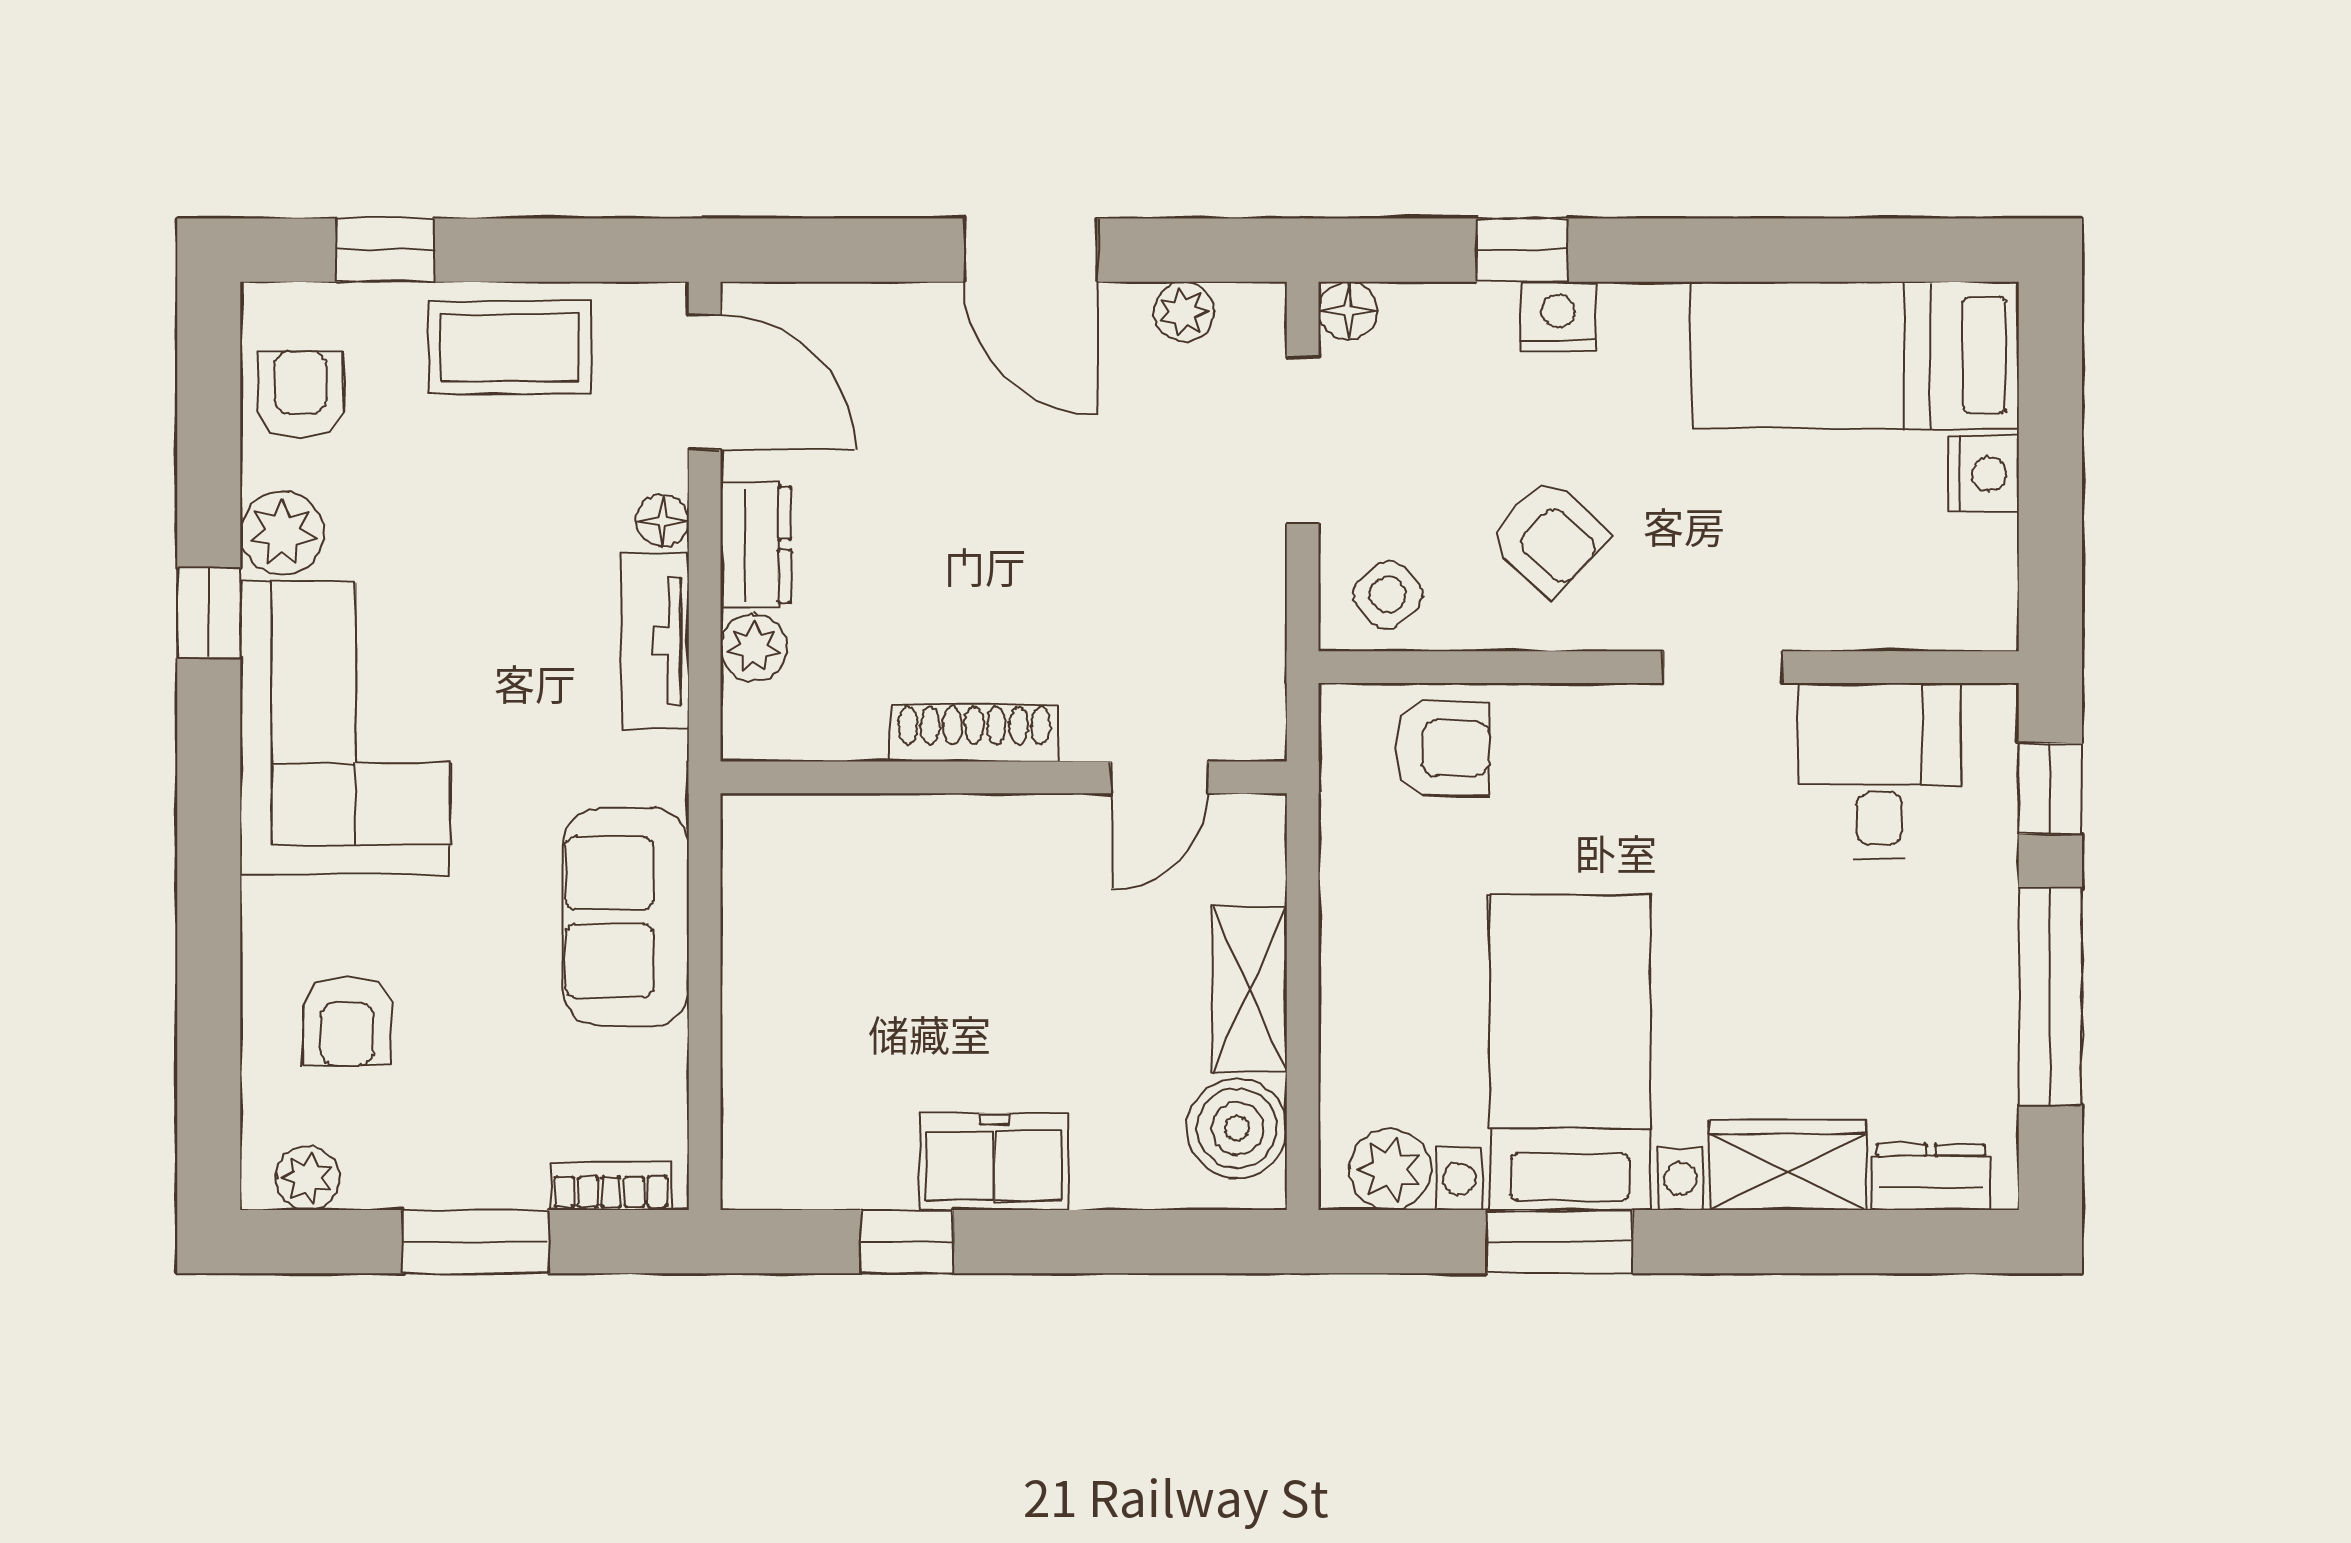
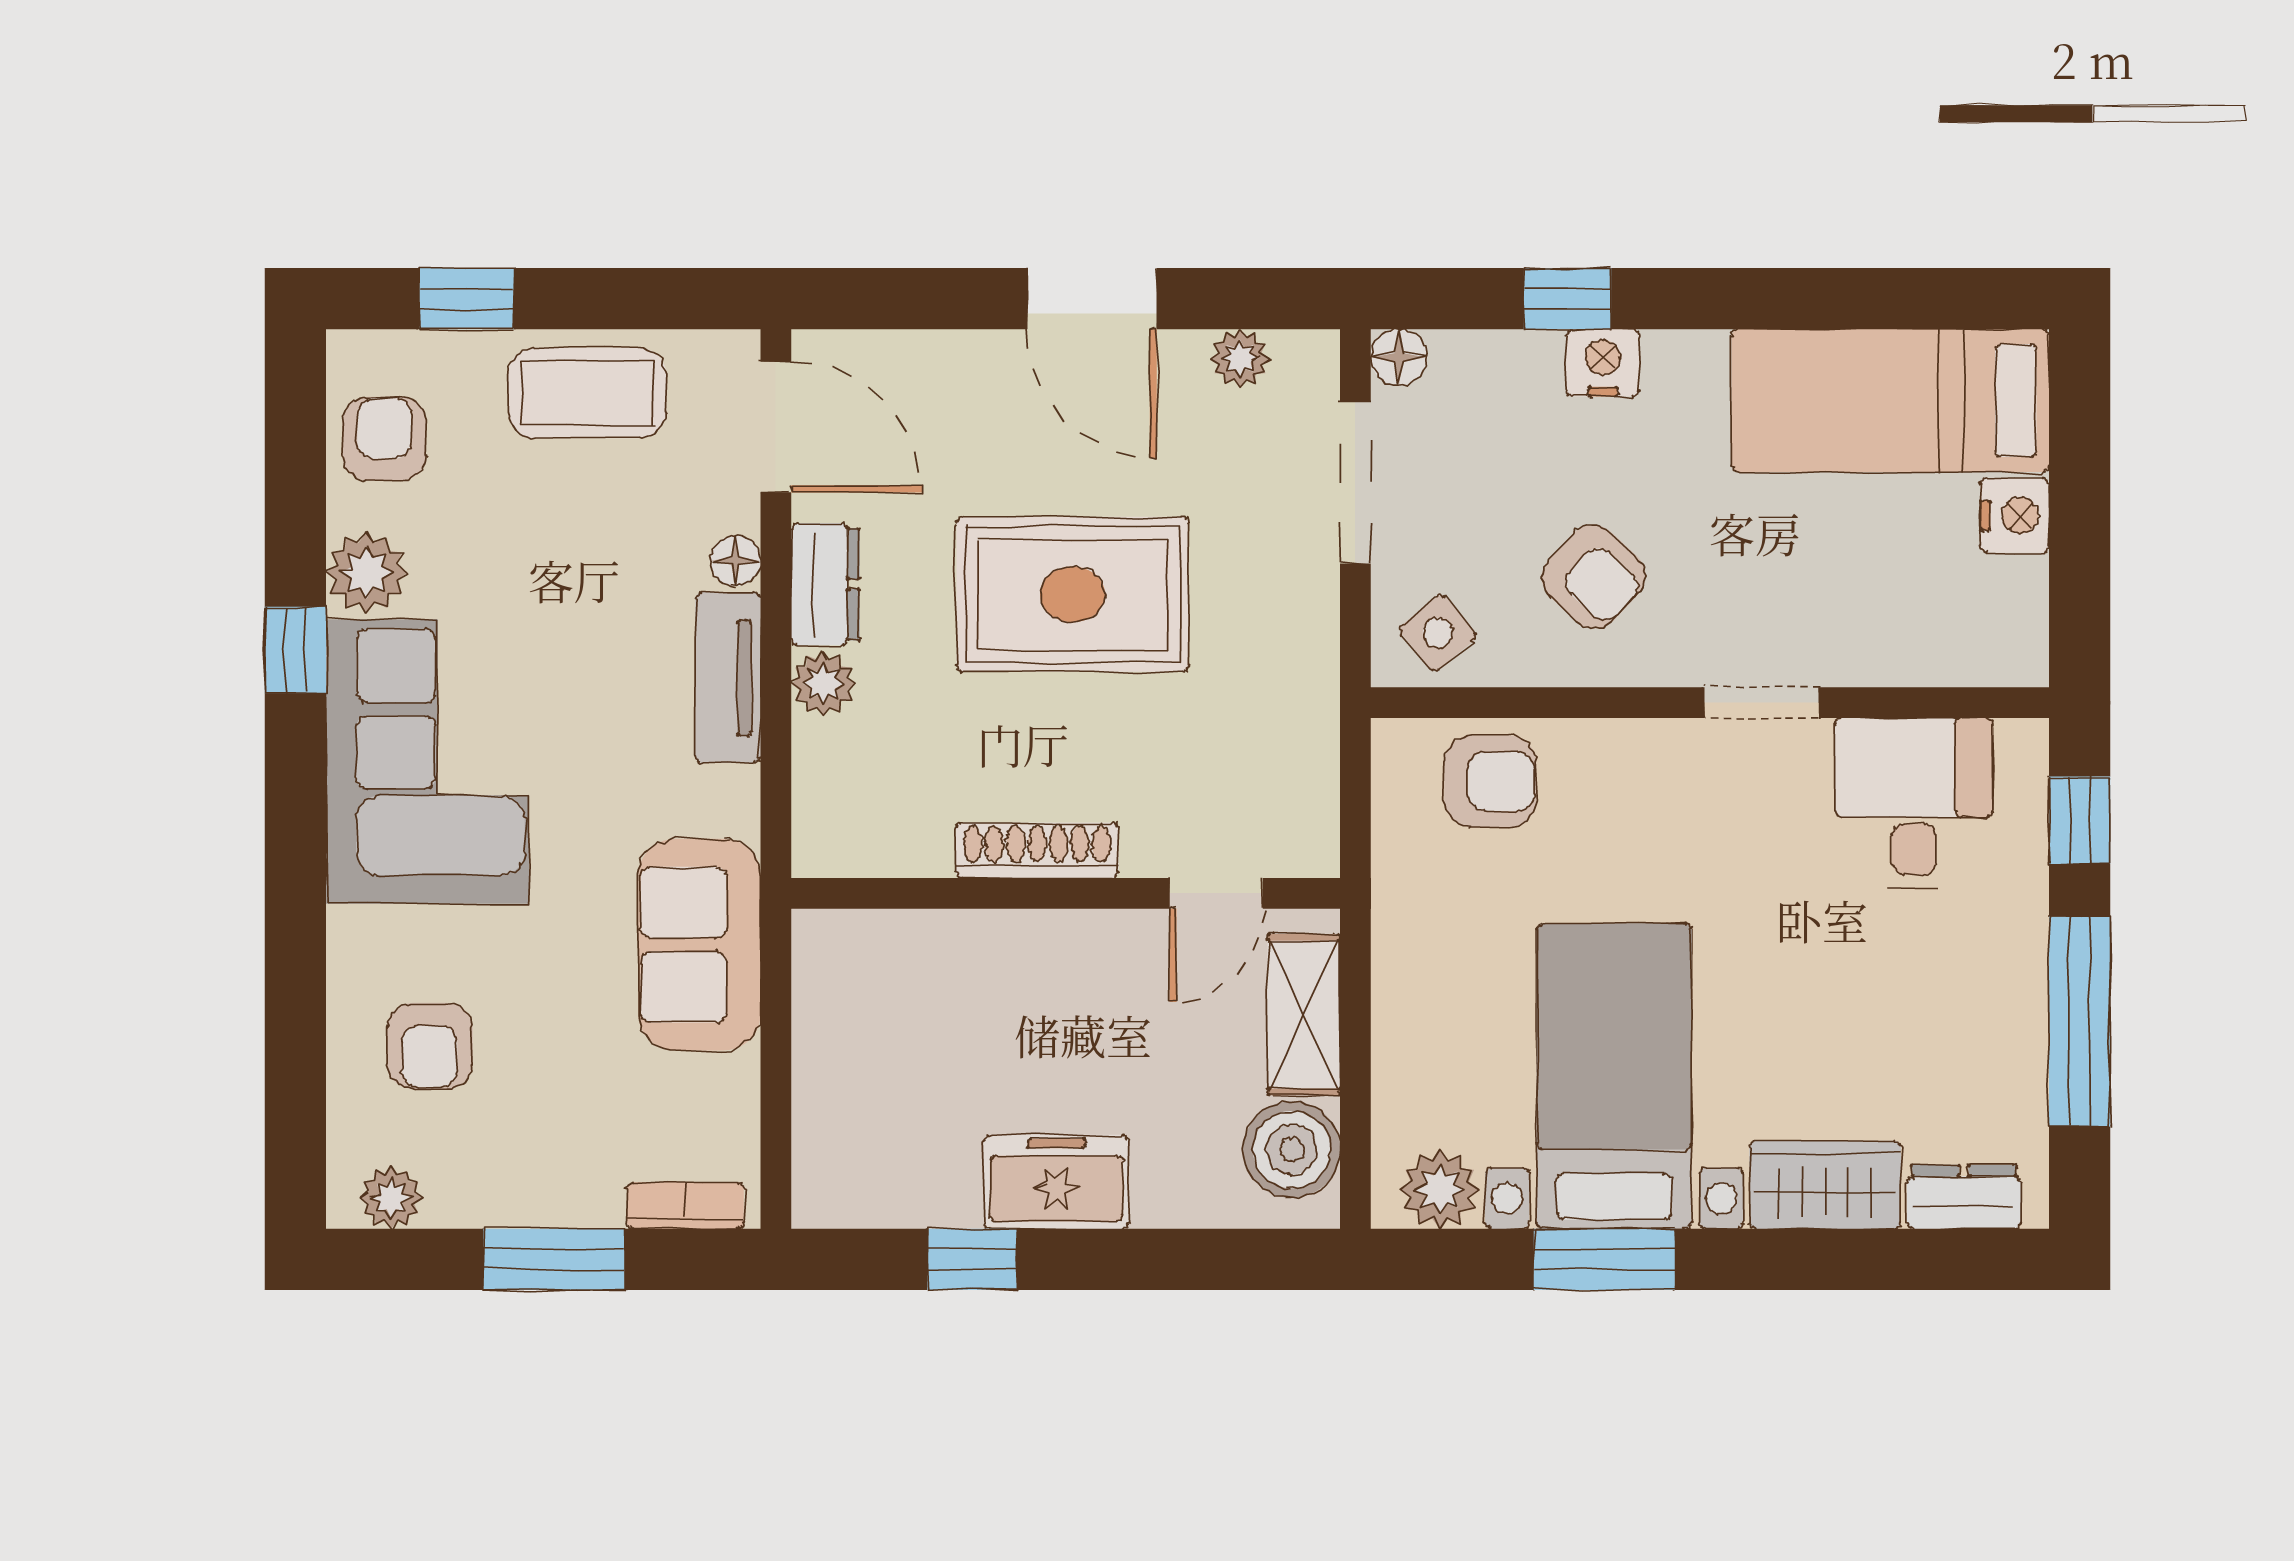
rug: (1011, 555) -> (1073, 594), added
shoe rack: (974, 733) -> (1037, 850), moved
wall: (1004, 777) -> (1066, 893), moved
door: (1159, 777) -> (1216, 893), moved

